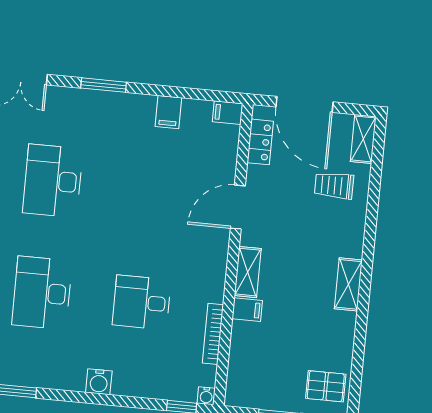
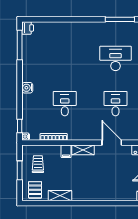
trolley: (334, 186) -> (38, 164), moved
shelving: (348, 284) -> (60, 196), moved
desk: (42, 293) -> (116, 104), moved, width x0.73

